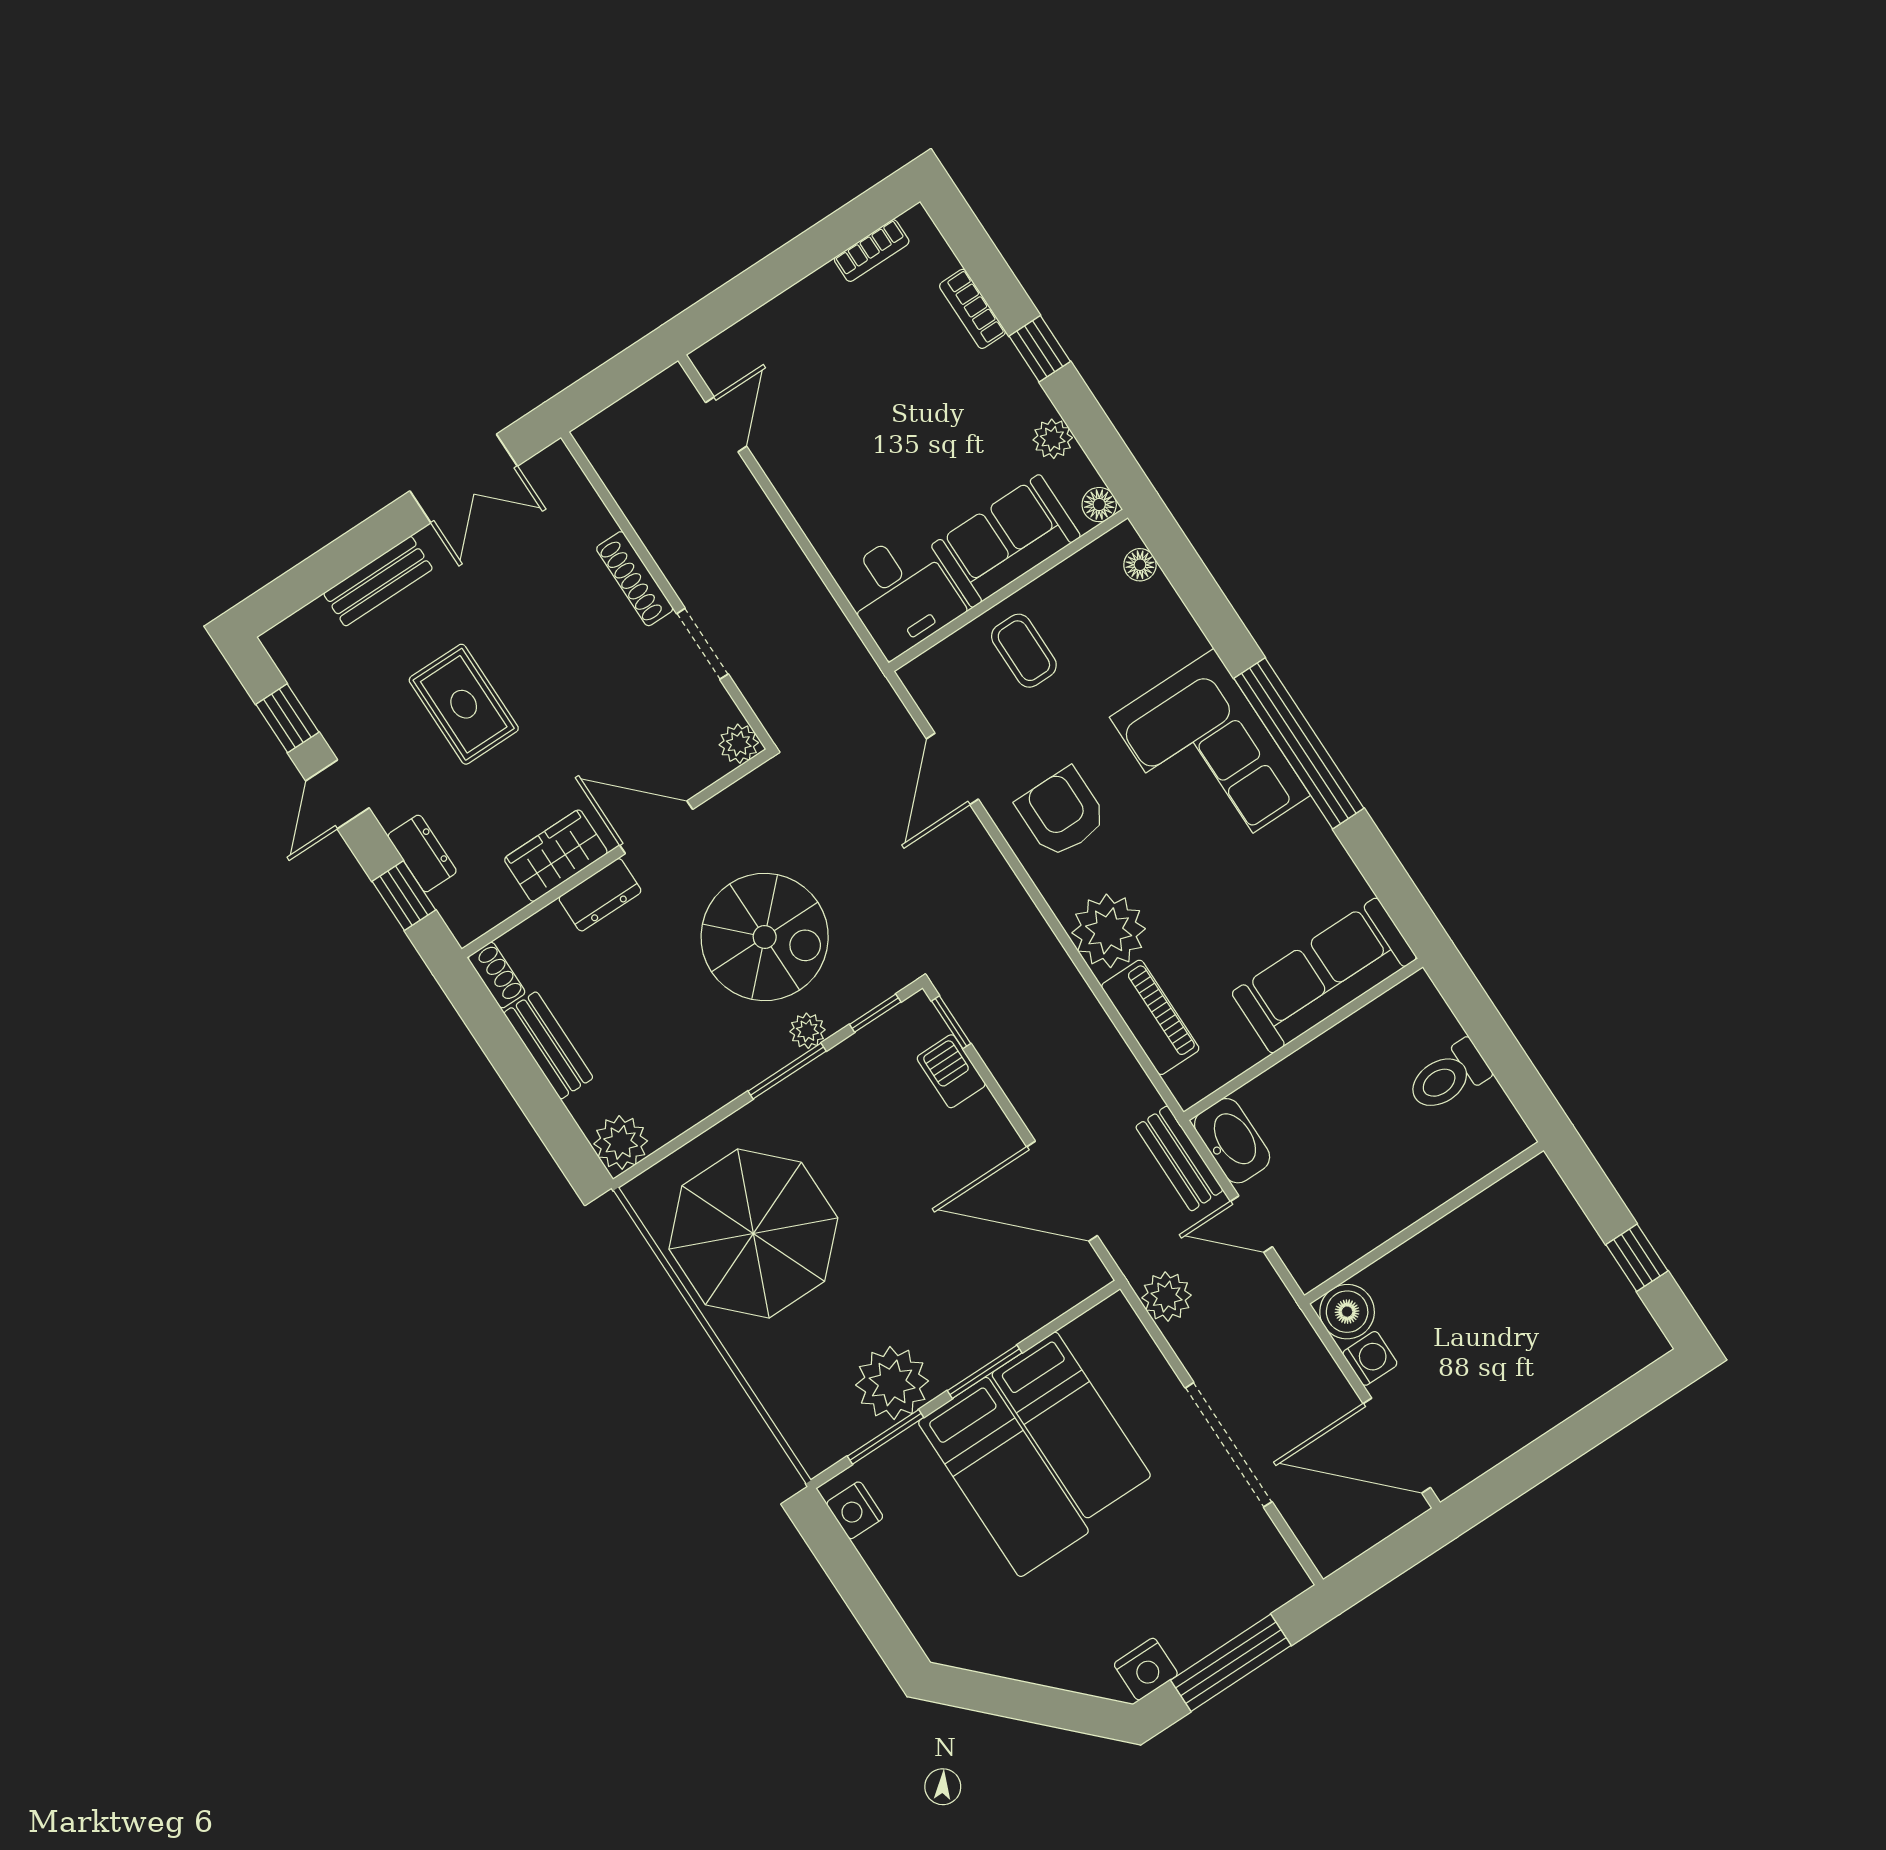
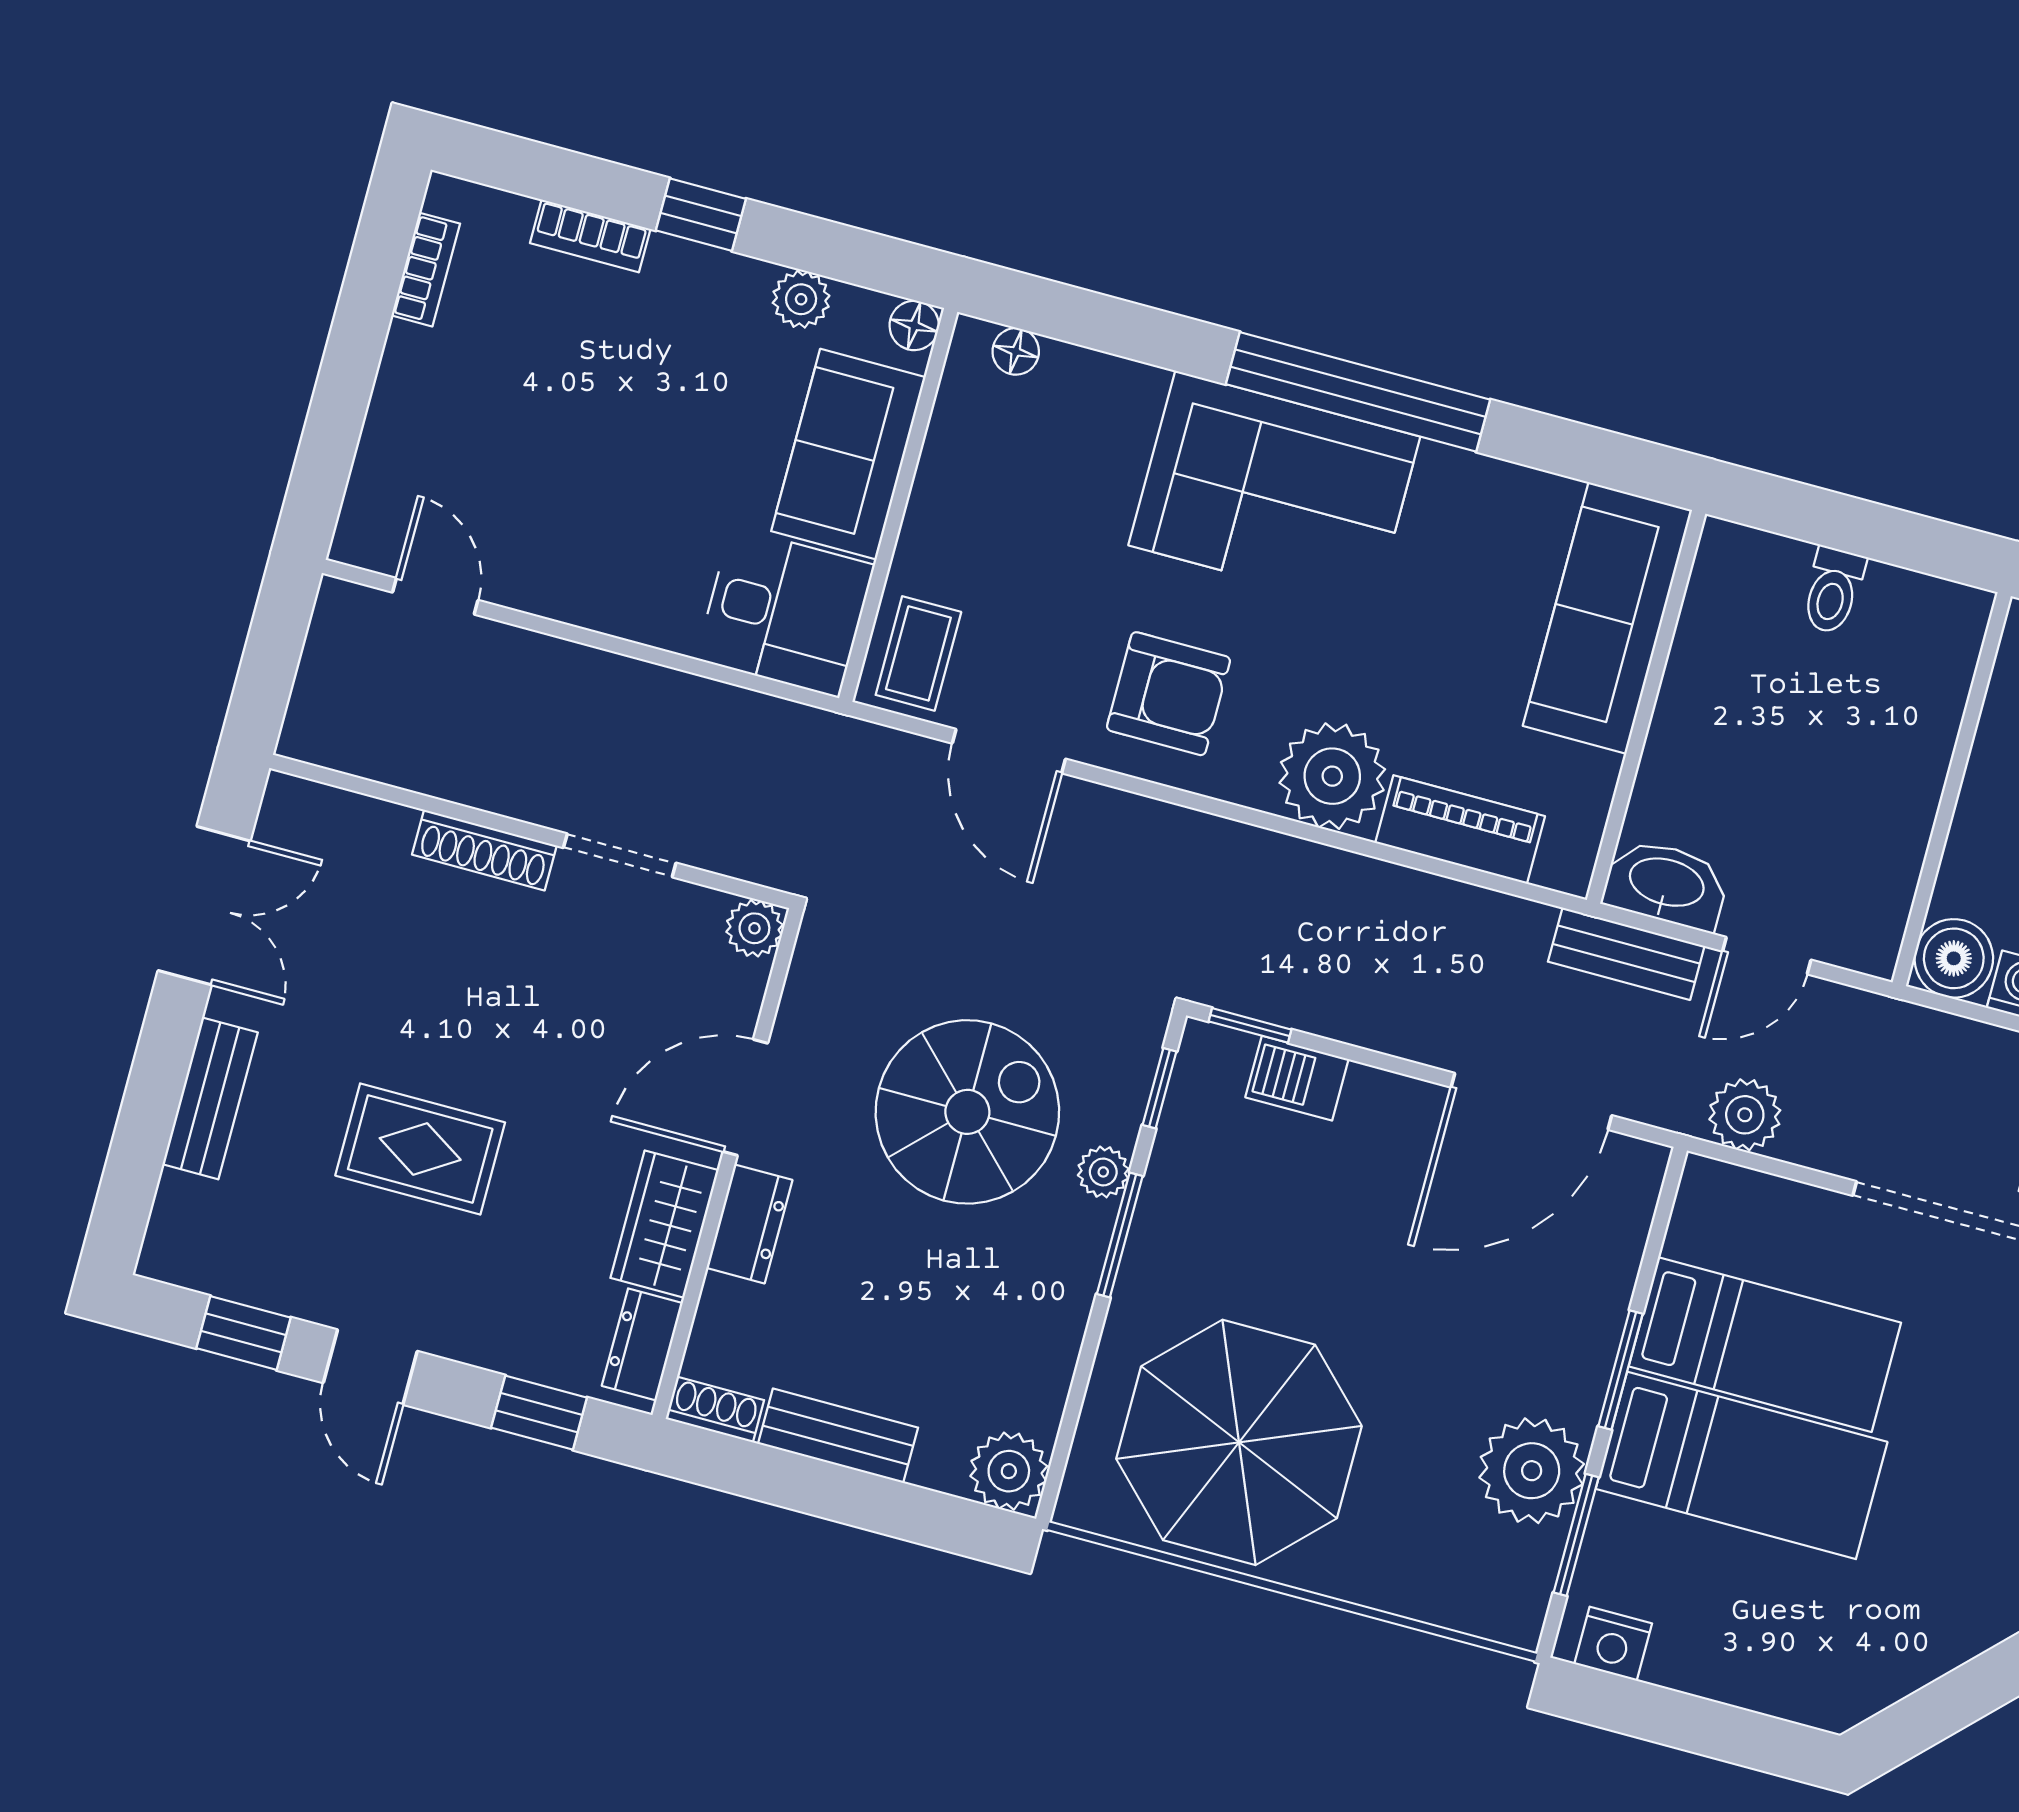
coffee table: (1024, 651) -> (918, 653), moved, turned 90
armchair: (1062, 813) -> (1168, 694), turned 180
dresser: (422, 854) -> (642, 1344), moved, turned -90
toilet: (1448, 1077) -> (1833, 590), width x0.73, depth x0.72

